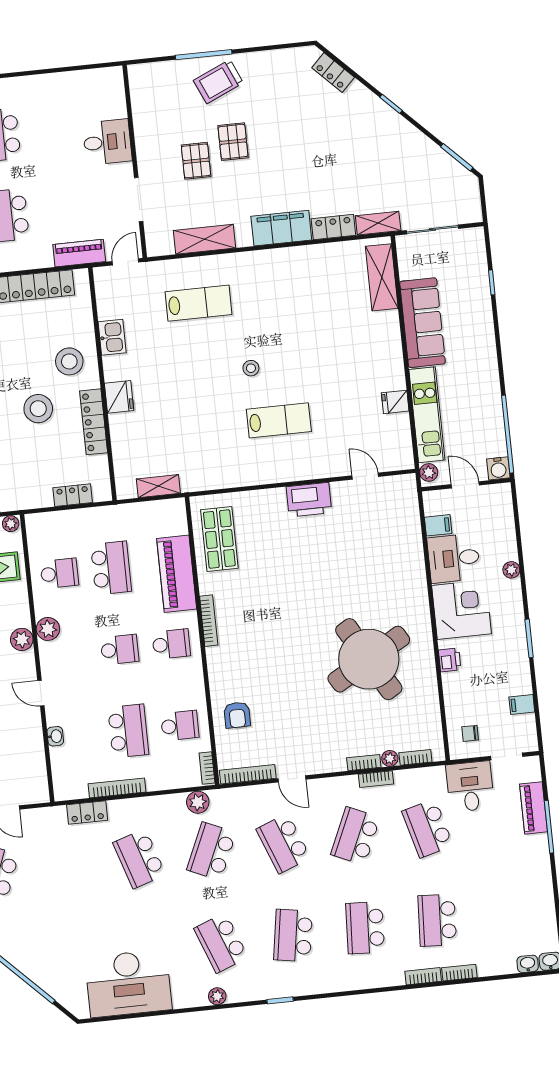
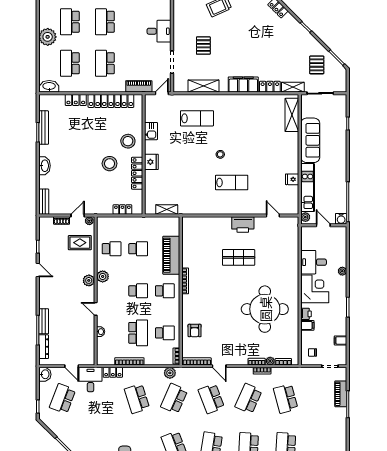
pallet: (233, 142) -> (317, 65), moved
filing cabinet: (438, 525) -> (307, 325), moved
shop shelf: (219, 539) -> (239, 257), moved, turned 90
school desk: (111, 568) -> (138, 249), width x0.54
round table: (369, 659) -> (265, 309), turned 30
desk: (470, 786) -> (90, 380), moved

